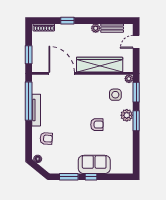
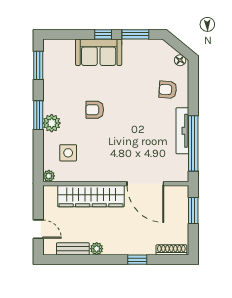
door: (136, 42) -> (38, 229), hinge flipped
window: (136, 92) -> (38, 65), moved

